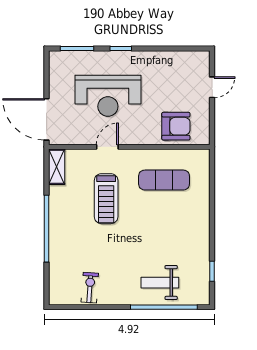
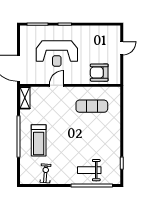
armchair: (176, 126) -> (99, 73), turned 180
treadmill: (106, 199) -> (39, 140), moved

